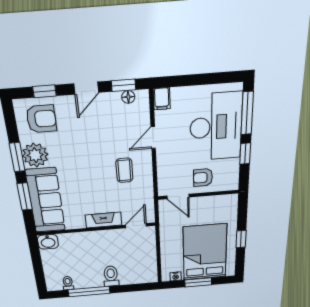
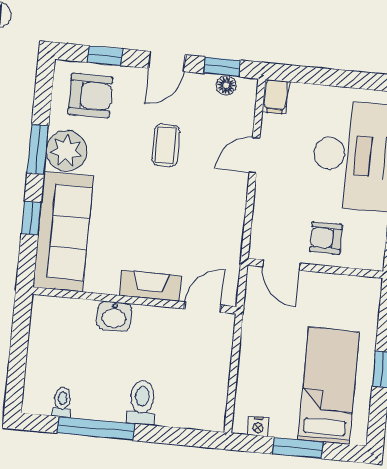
coffee table: (124, 170) -> (166, 145), moved
window: (25, 197) -> (31, 218), width x0.67
washbasin: (48, 242) -> (114, 316), moved
bed: (205, 252) -> (329, 386), width x0.67

